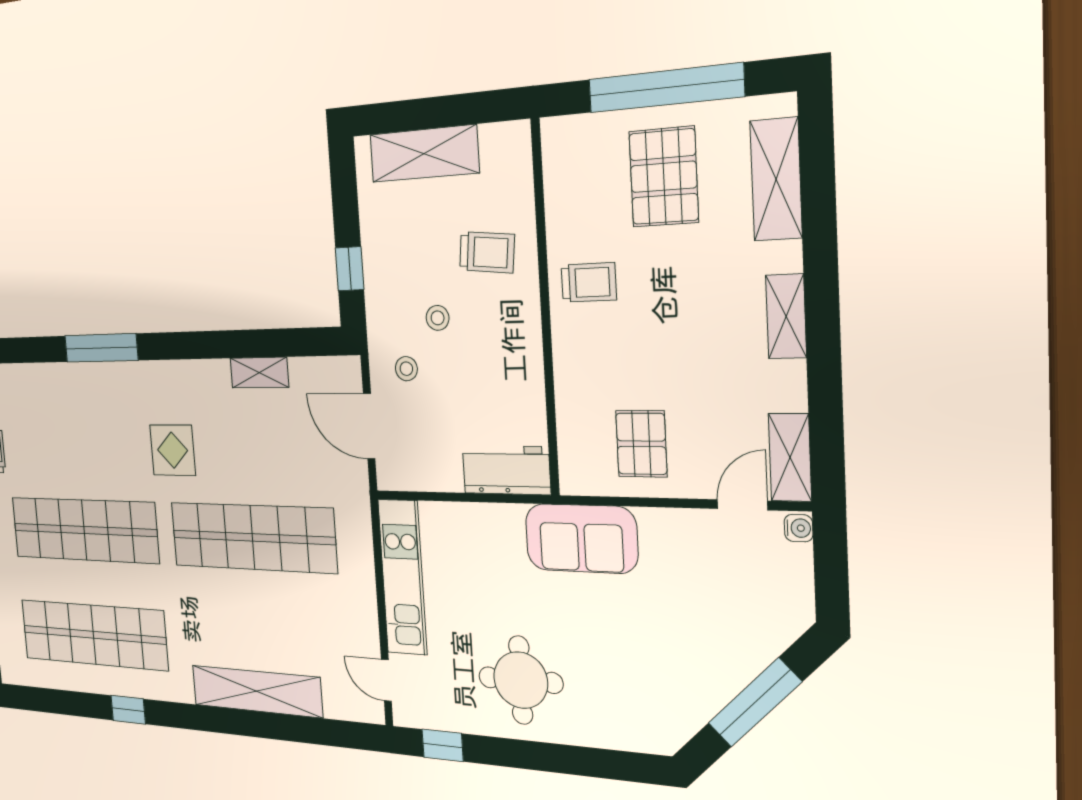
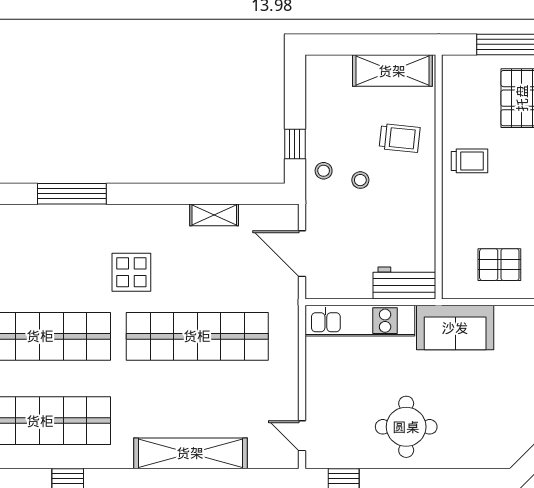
shelving: (424, 154) -> (392, 71), moved
stool: (406, 369) -> (324, 171), moved
pallet: (641, 444) -> (499, 265), turned 90
kitchen unit: (402, 577) -> (360, 321), moved, turned 90

